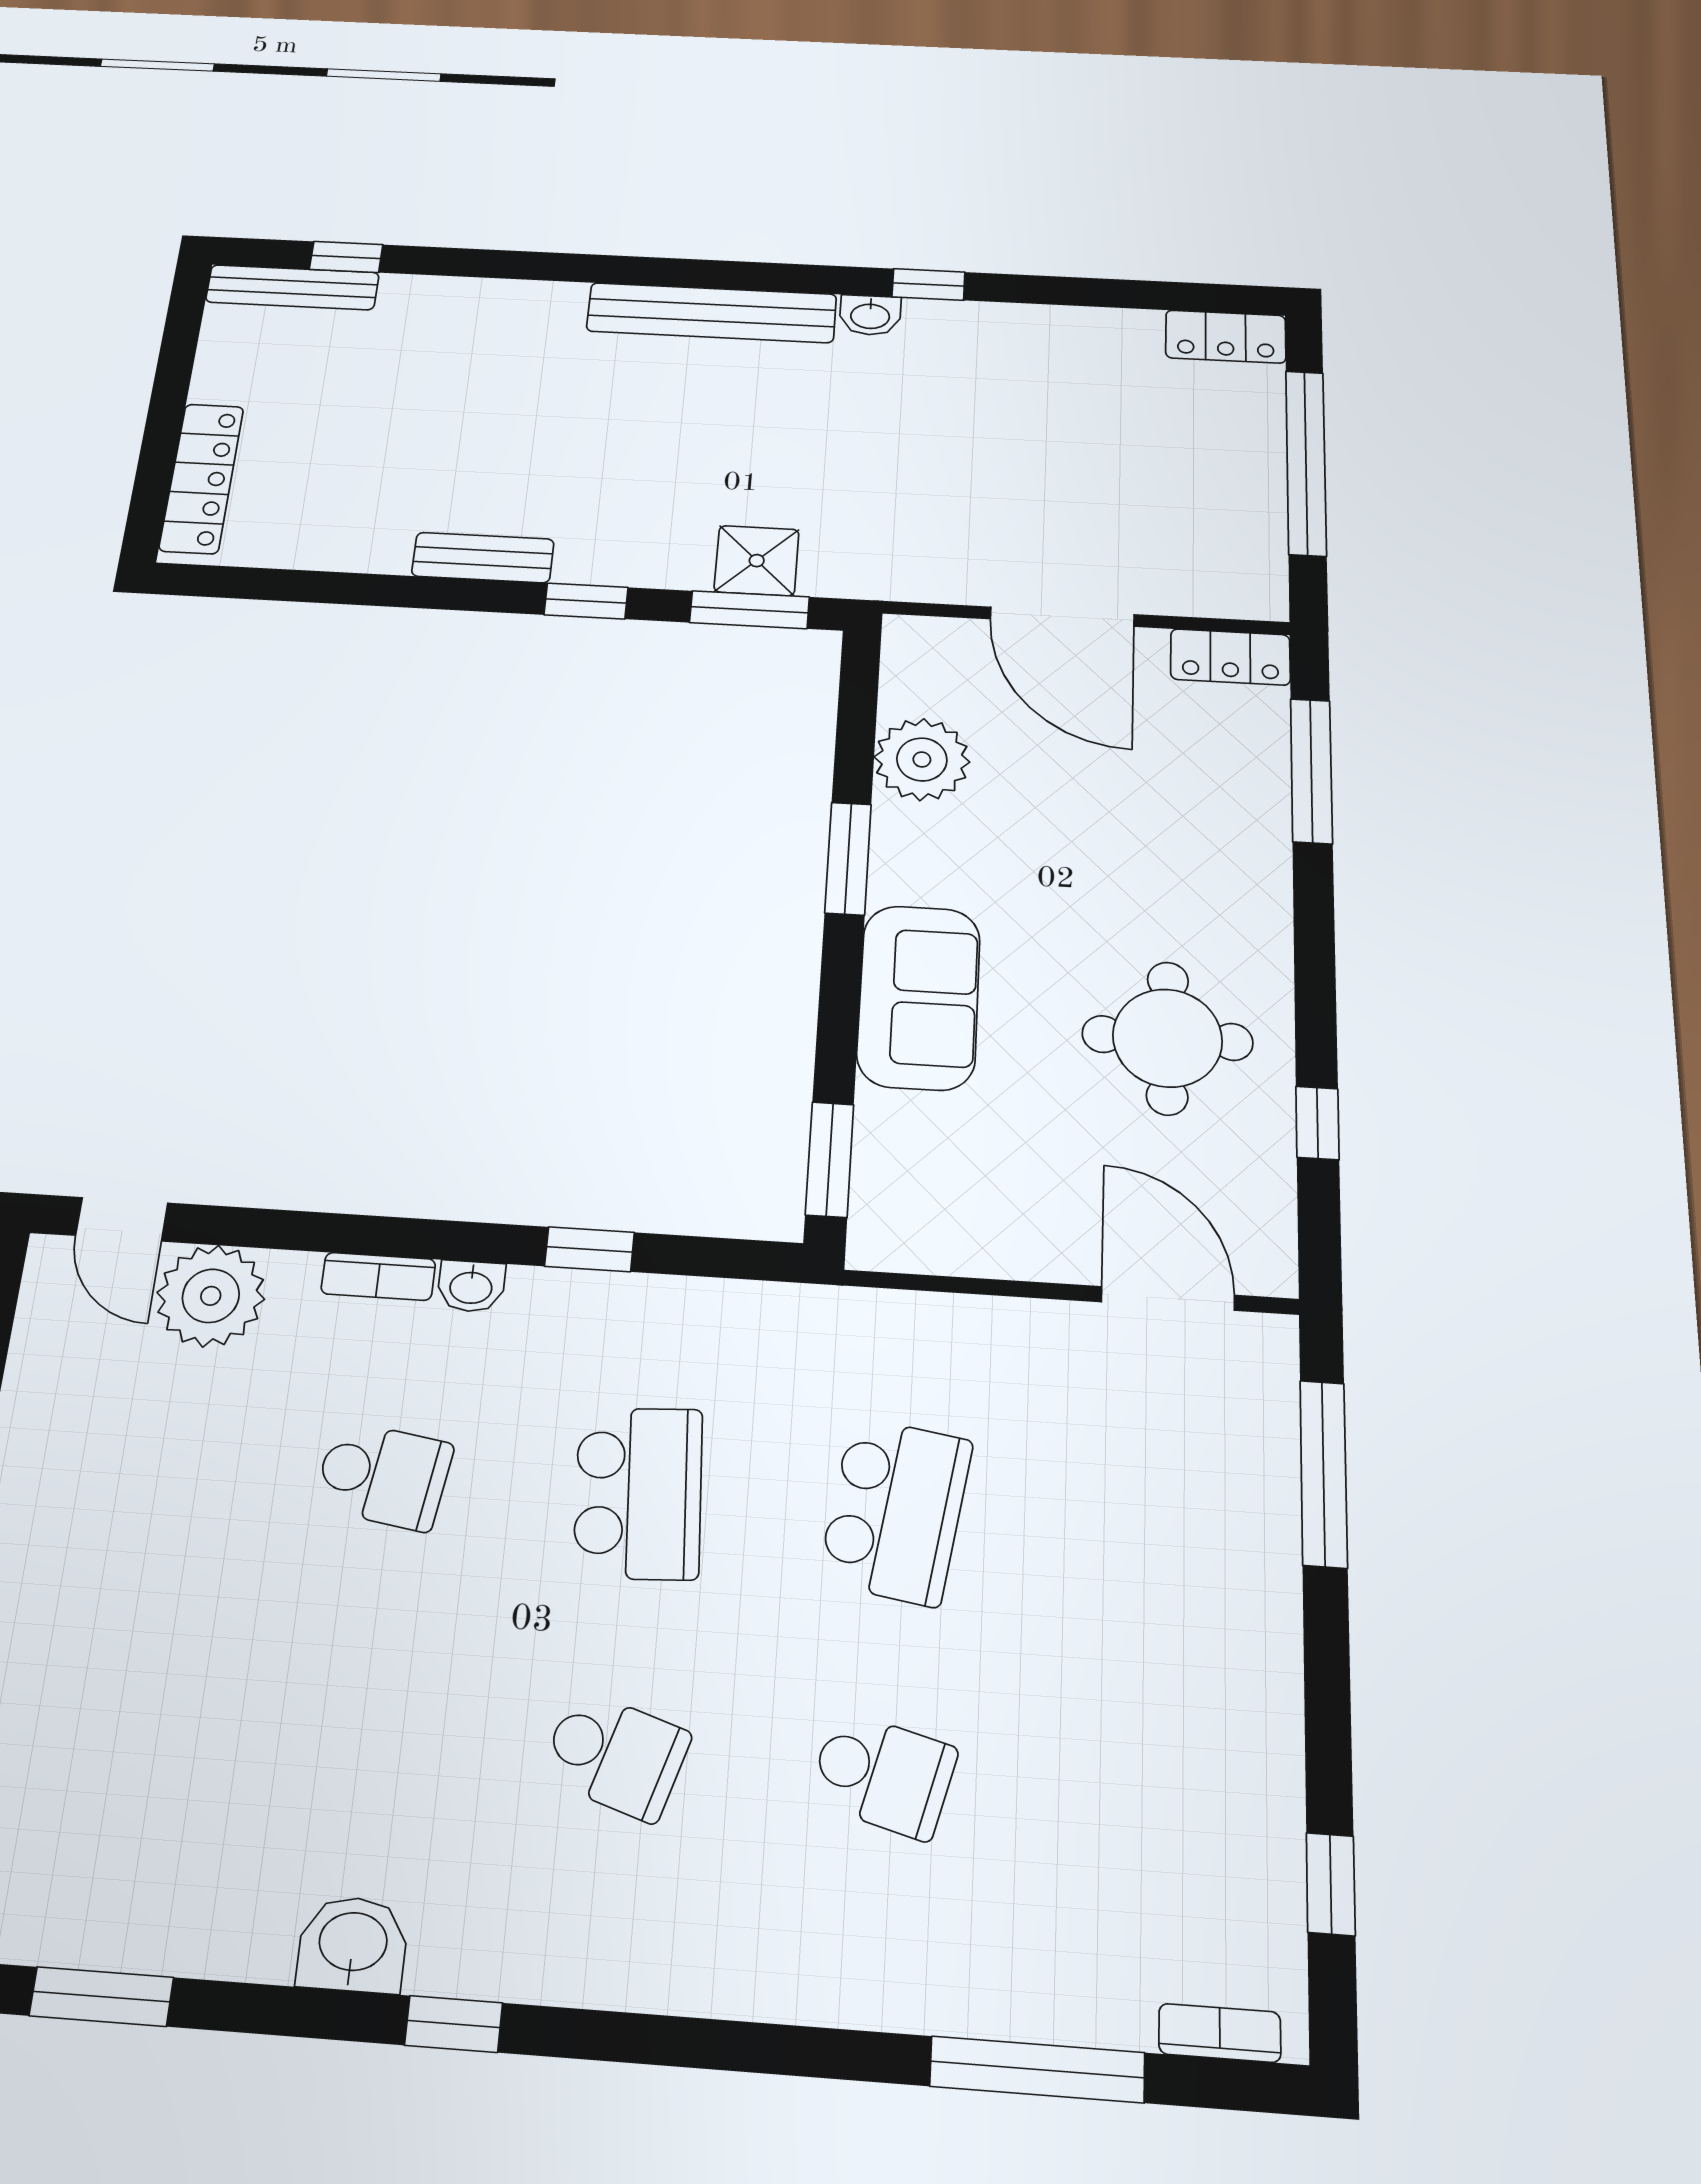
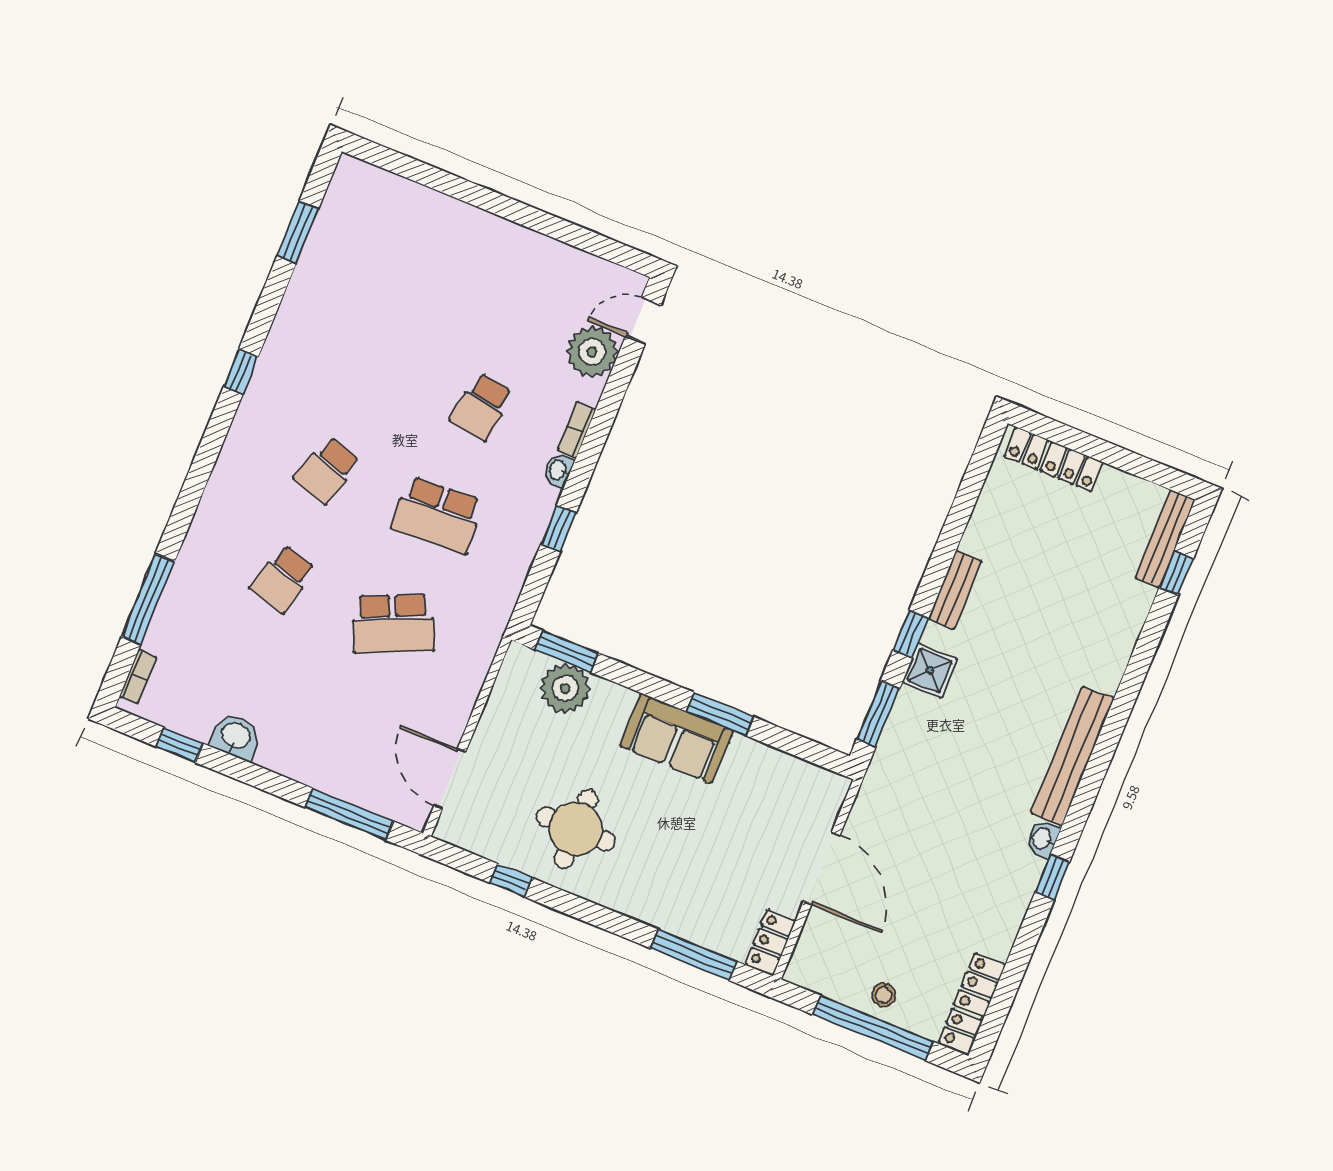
locker: (1226, 337) -> (972, 1003), width x1.53
stool: (1241, 463) -> (884, 995), added
shower: (757, 561) -> (930, 671), moved
door: (1062, 617) -> (822, 868), swing flipped
plant: (922, 759) -> (565, 688), moved
sofa: (919, 997) -> (677, 738), moved
door: (1168, 1298) -> (450, 779), swing flipped
school desk: (896, 1511) -> (393, 623), turned -33
washbasin: (353, 1944) -> (236, 736), moved, turned -90

